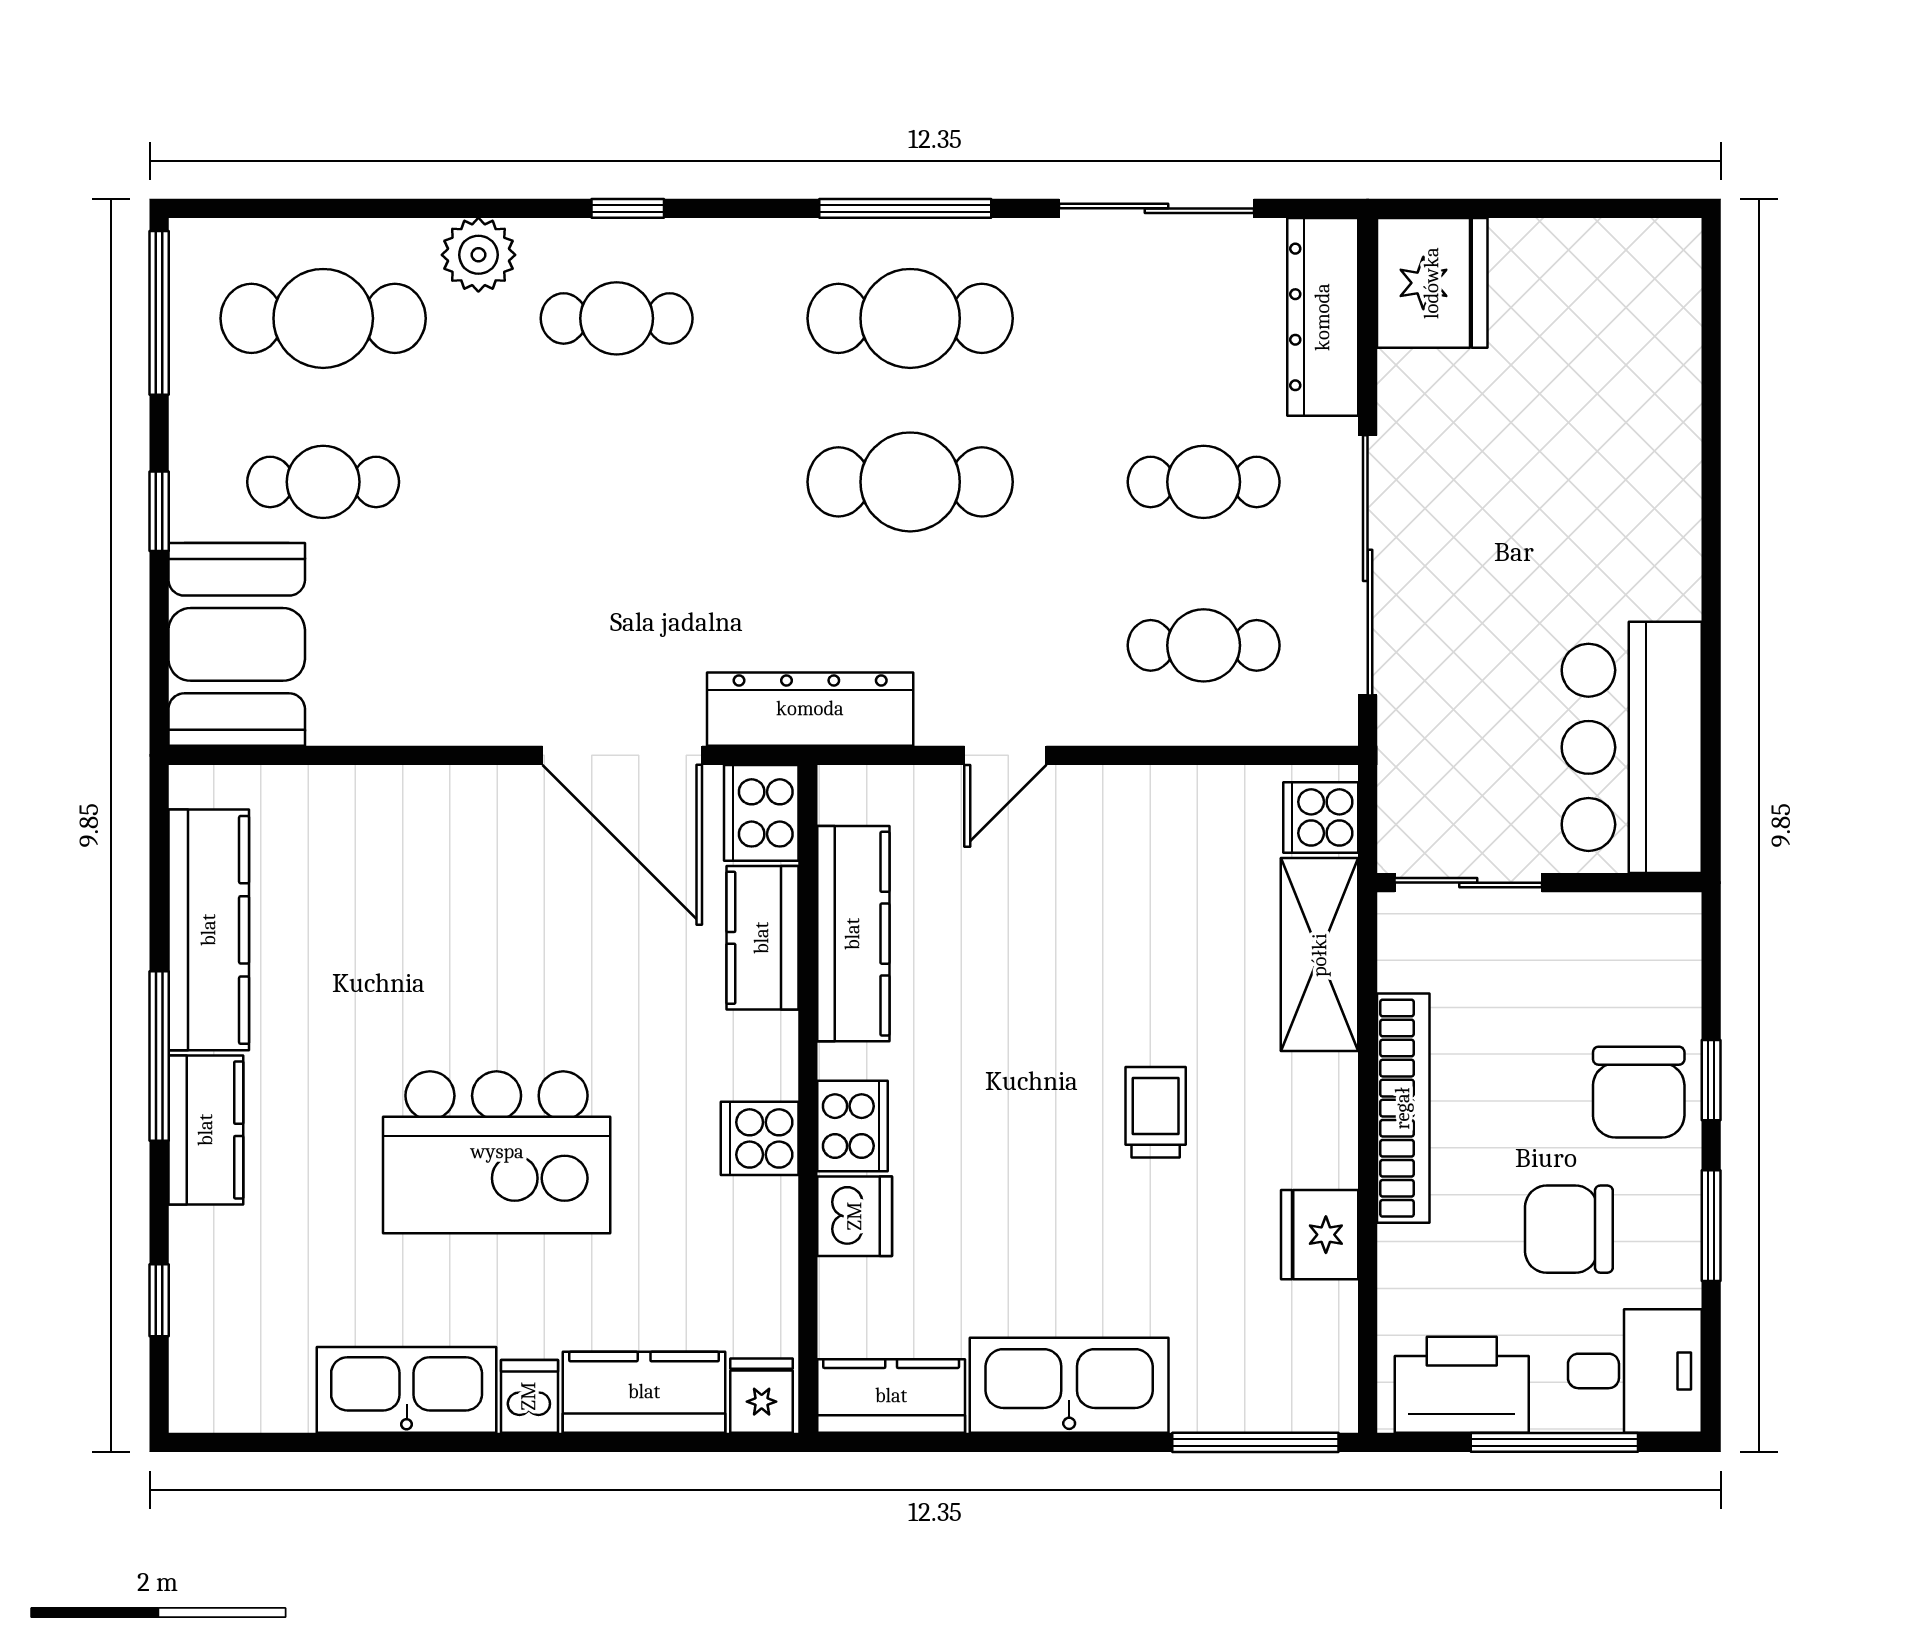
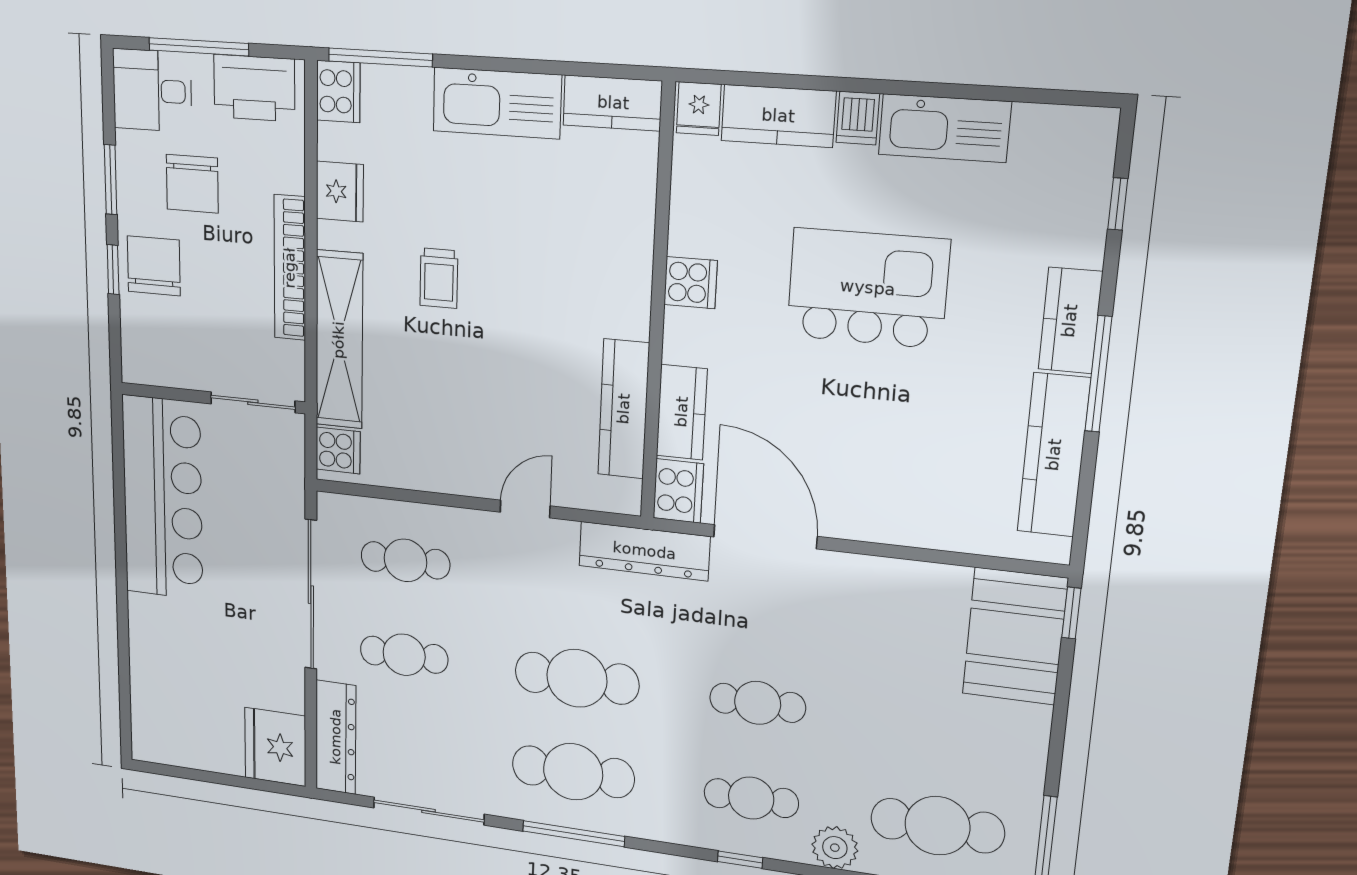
cafe table: (323, 482) -> (758, 703), moved
window: (159, 511) -> (1071, 613), moved
bar counter: (1632, 747) -> (163, 498), width x1.36
shelving: (1320, 955) -> (339, 340), width x1.47
cooker: (853, 1126) -> (338, 92), moved, turned 180
dishwasher: (855, 1216) -> (631, 226), removed
chair: (1569, 1229) -> (192, 184), turned 90

